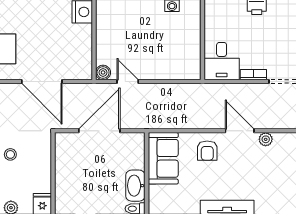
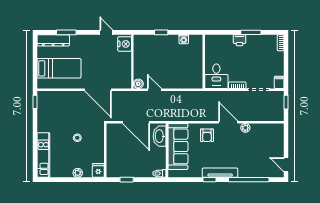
door: (99, 131) -> (136, 122), swing flipped
sofa: (163, 158) -> (178, 146), width x1.36
washbasin: (135, 186) -> (160, 136), moved

